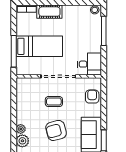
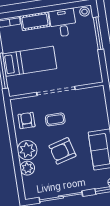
desk: (89, 64) -> (63, 23), moved, turned -90
armchair: (92, 97) -> (27, 120), moved
plant: (21, 129) -> (27, 150), width x1.87, depth x1.87

